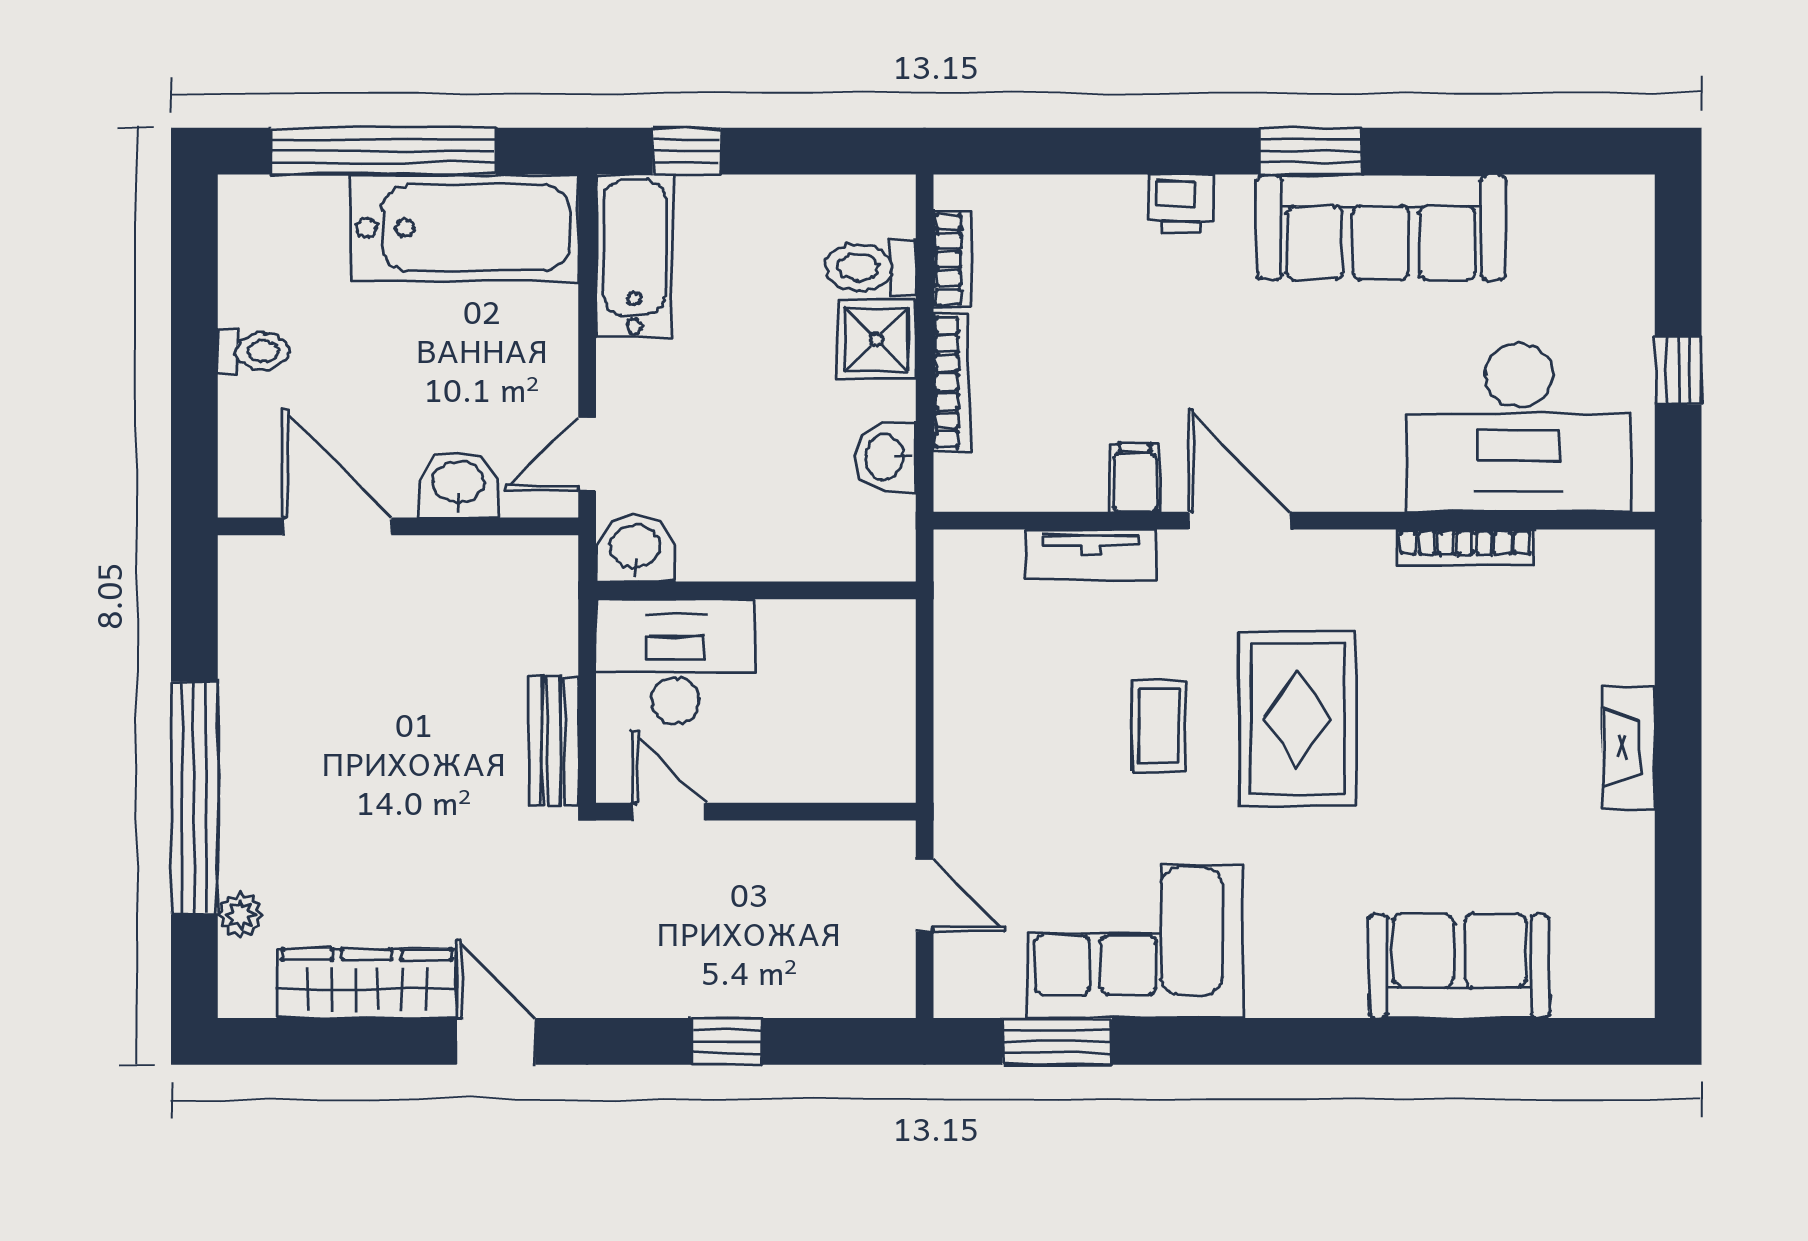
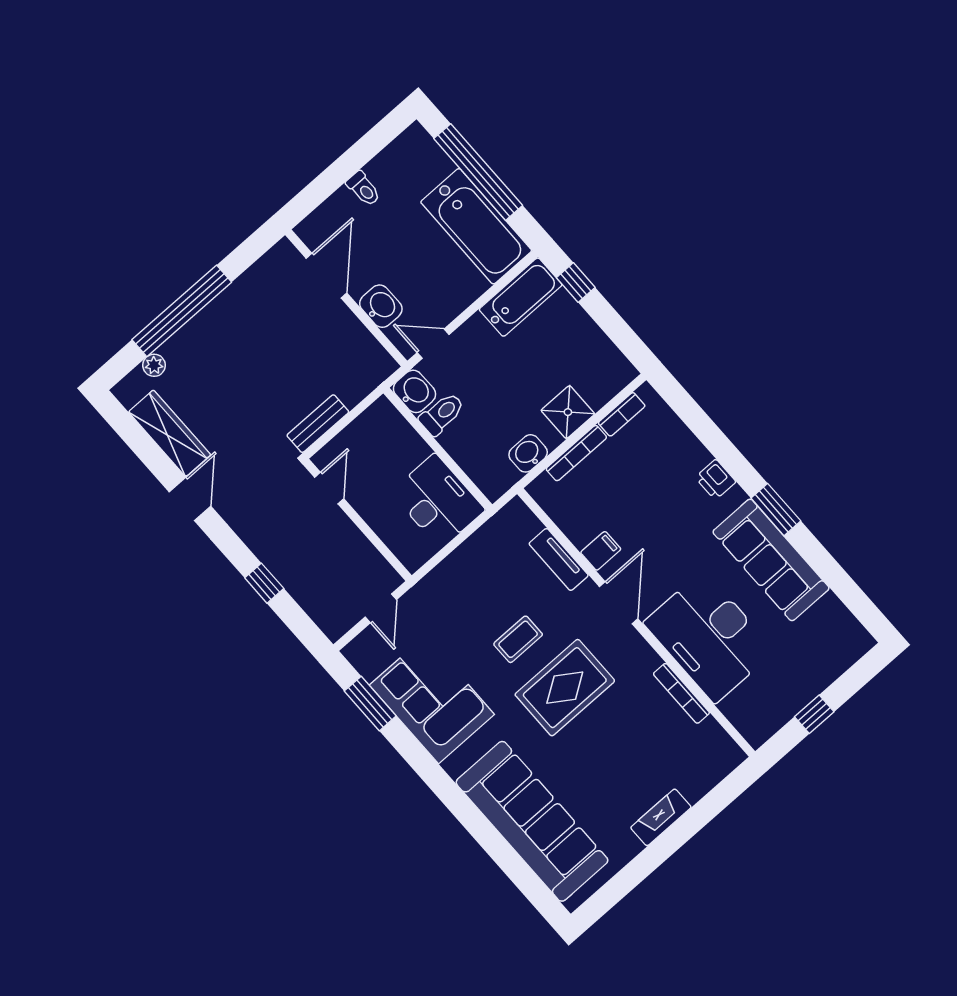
toilet: (871, 268) -> (442, 414), moved, turned 90
desk: (1519, 427) -> (709, 637), moved
desk: (675, 662) -> (438, 501), moved
sofa: (1459, 966) -> (532, 821), width x1.85, depth x1.27

